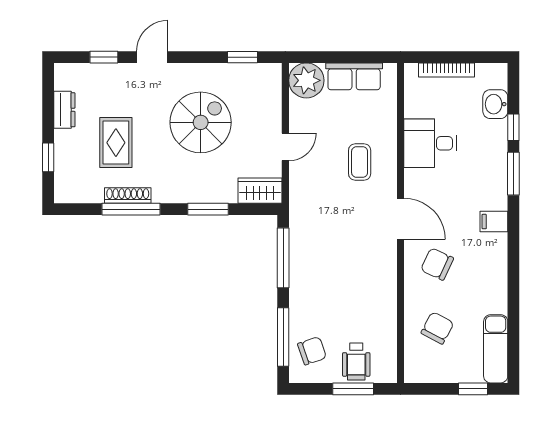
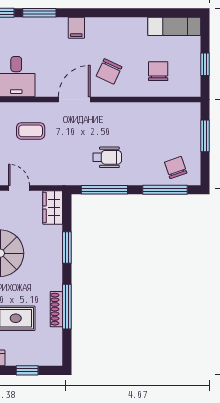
chair: (437, 328) -> (158, 71), turned 62
wheelchair: (356, 361) -> (107, 157), moved
window: (473, 389) -> (205, 64), moved

